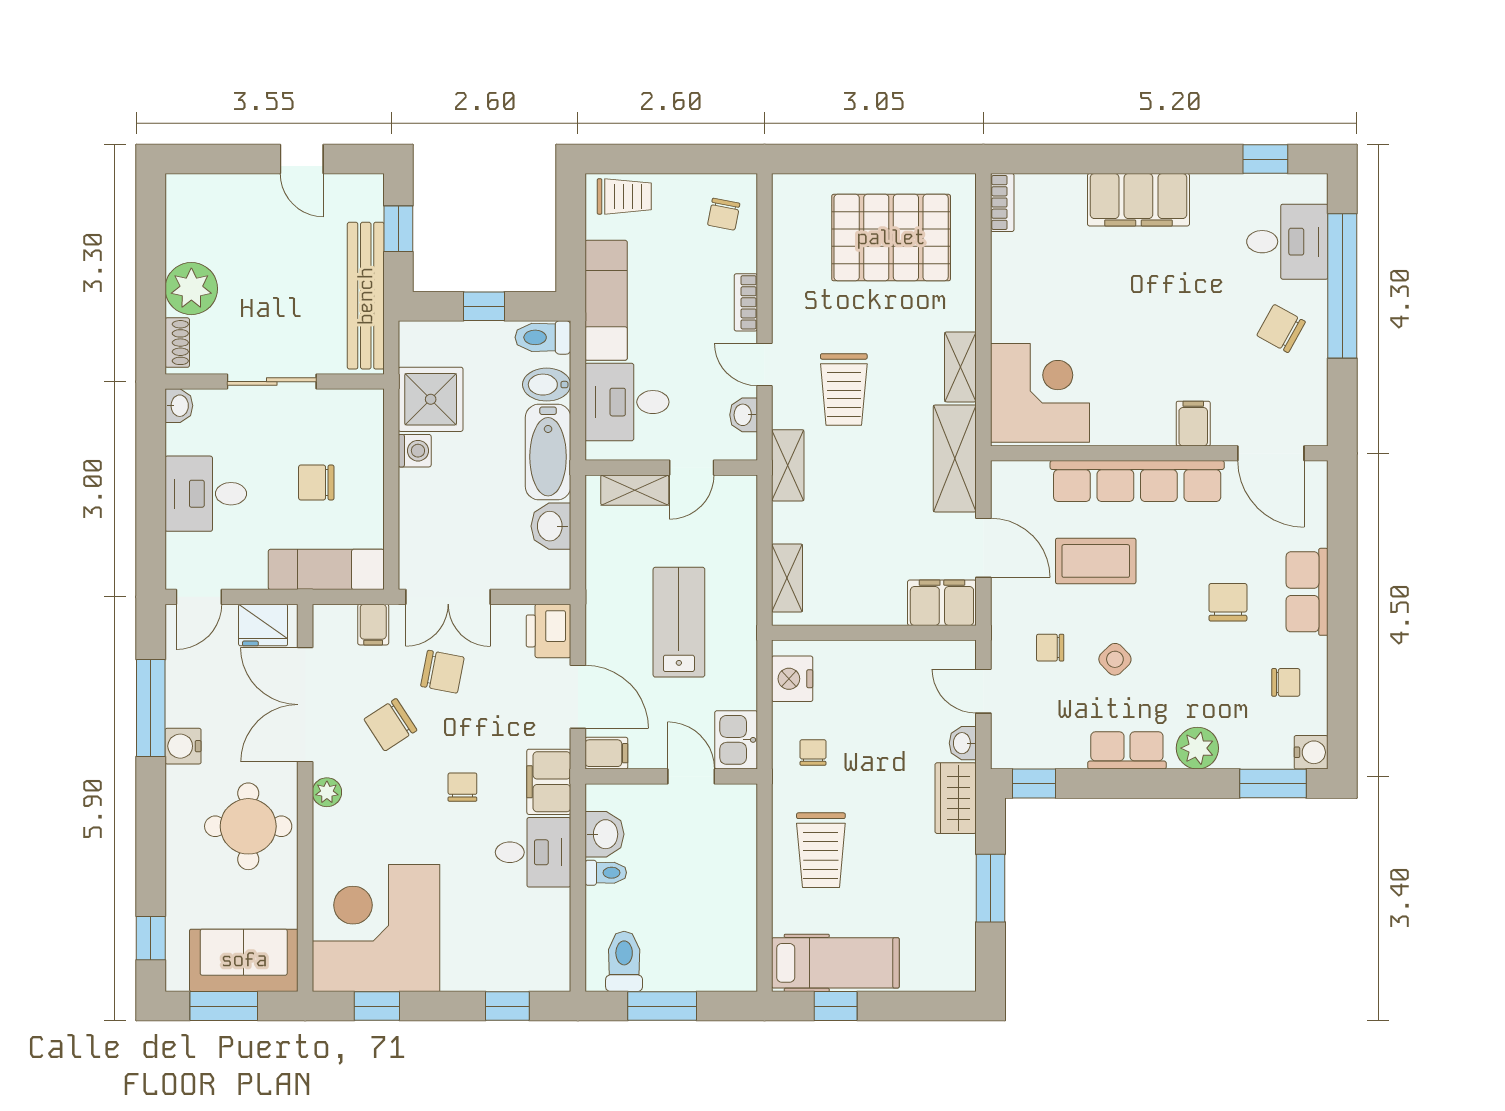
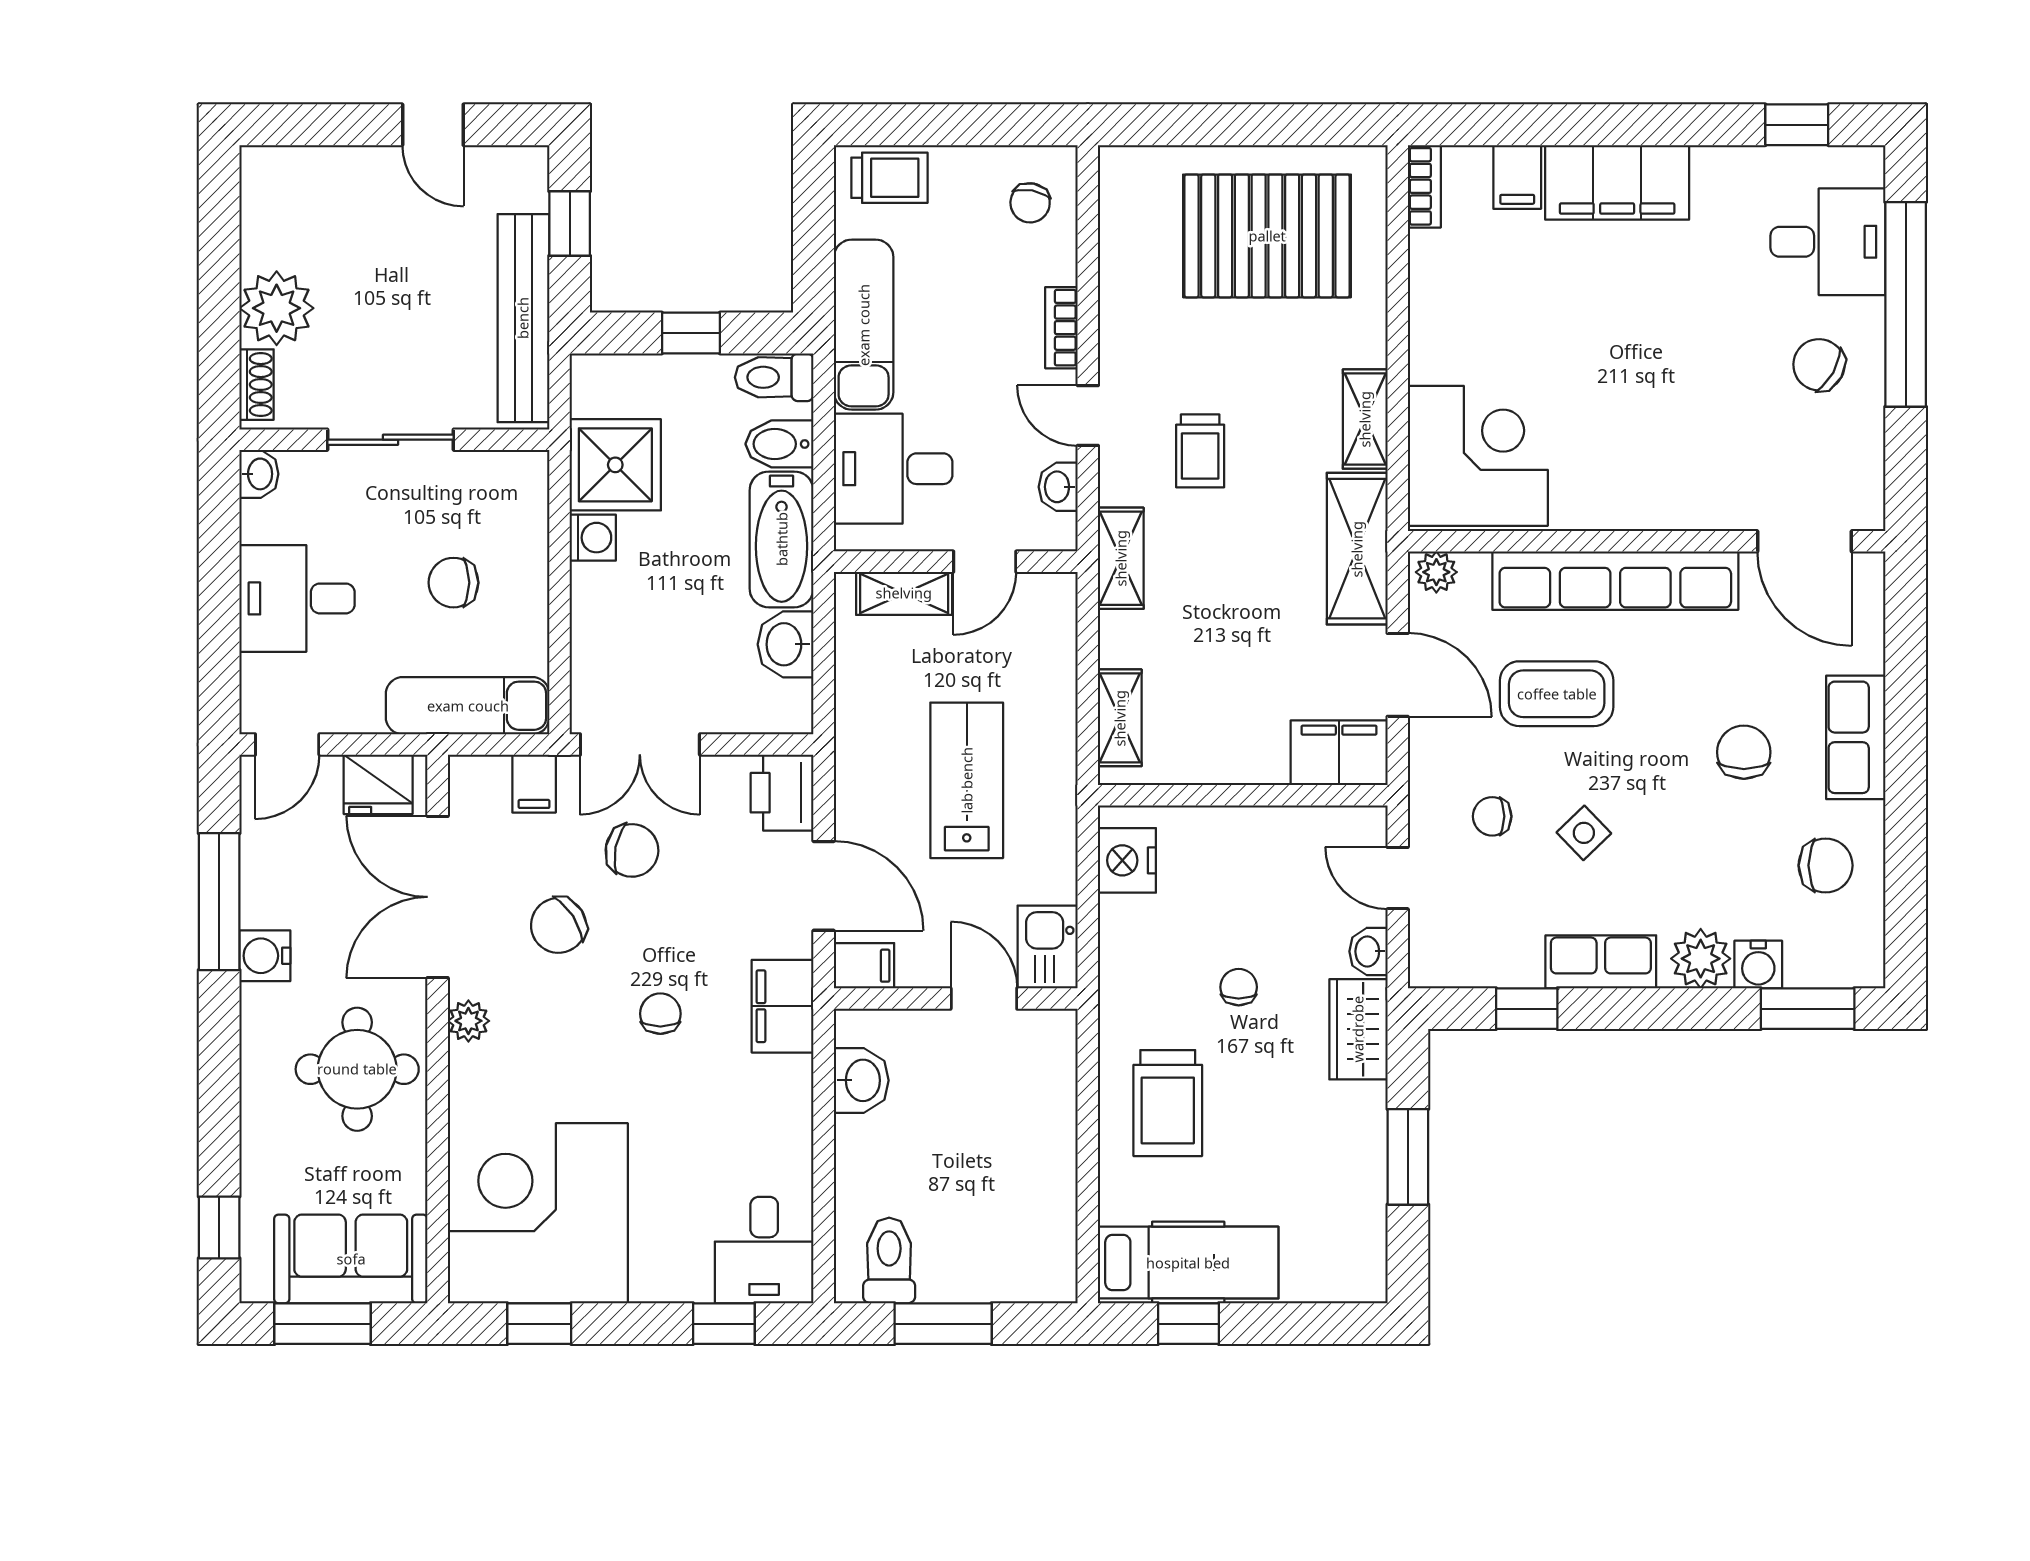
trolley: (844, 389) -> (1200, 451), width x0.73, depth x0.72
filing cabinet: (1193, 424) -> (1517, 177), moved, turned 180
plant: (1011, 475) -> (1436, 572), added
chair: (1286, 682) -> (1826, 865), width x1.37, depth x1.37
chair: (813, 752) -> (1239, 987), moved
water cooler: (1311, 752) -> (1758, 964), moved, turned 90
window: (1034, 784) -> (1527, 1009), moved
desk: (533, 852) -> (764, 1250), moved, turned 90
toilet: (606, 873) -> (863, 1135), removed

